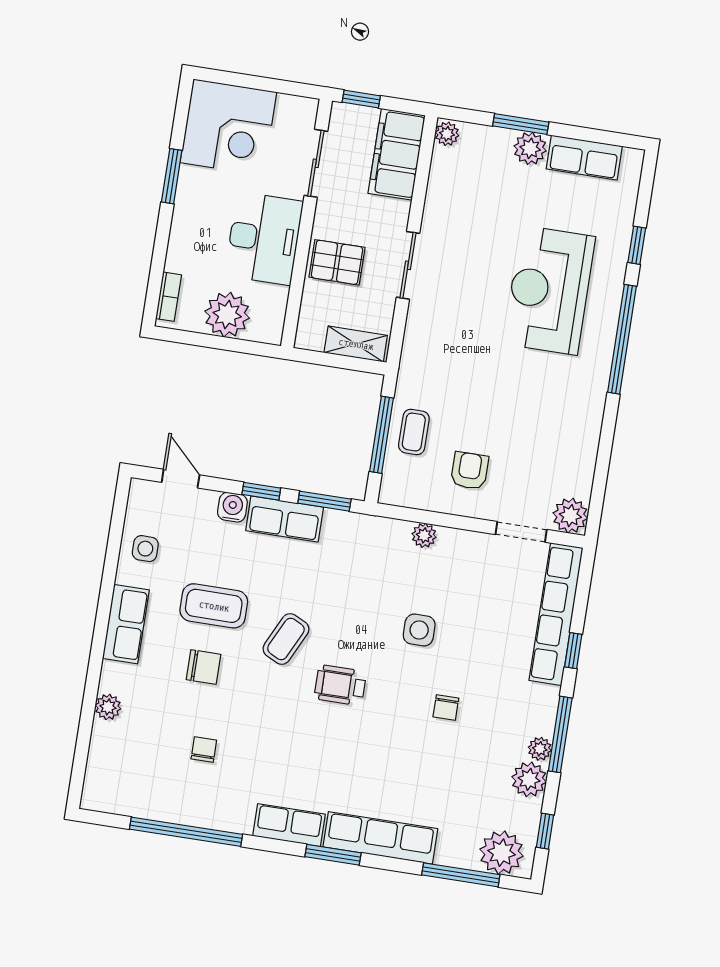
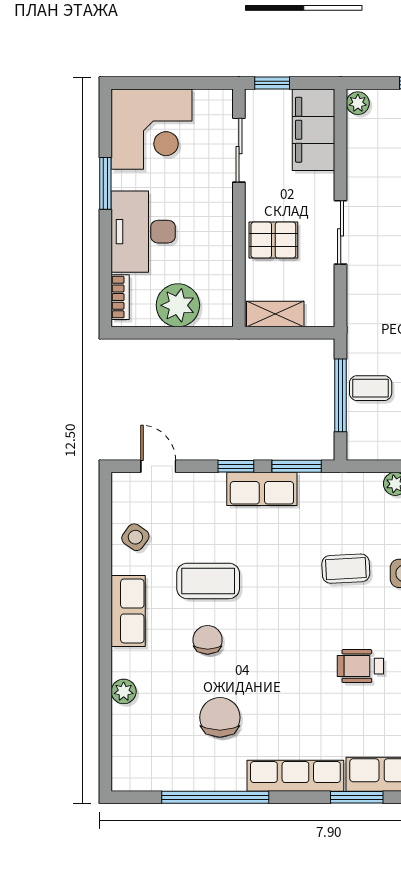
desk: (264, 238) -> (143, 232), moved, turned 180
shelving: (356, 344) -> (275, 314), moved
coffee table: (414, 432) -> (371, 388), turned 90
water cooler: (232, 507) -> (211, 485), removed
side table: (145, 549) -> (135, 537), turned 35
coffee table: (286, 639) -> (346, 569), moved, turned 61
chair: (204, 667) -> (208, 640), turned -90
wheelchair: (340, 685) -> (360, 666), moved
chair: (204, 750) -> (220, 717), width x1.87, depth x1.87
row of seats: (289, 825) -> (295, 776), width x1.48

